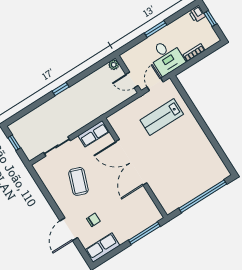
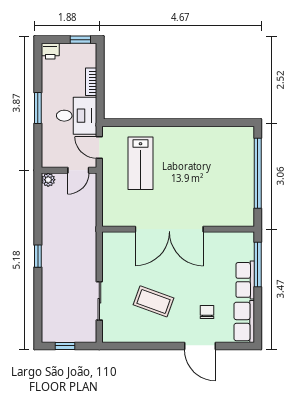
window: (210, 19) -> (80, 40), moved
row of seats: (94, 134) -> (245, 280), moved, turned 180

